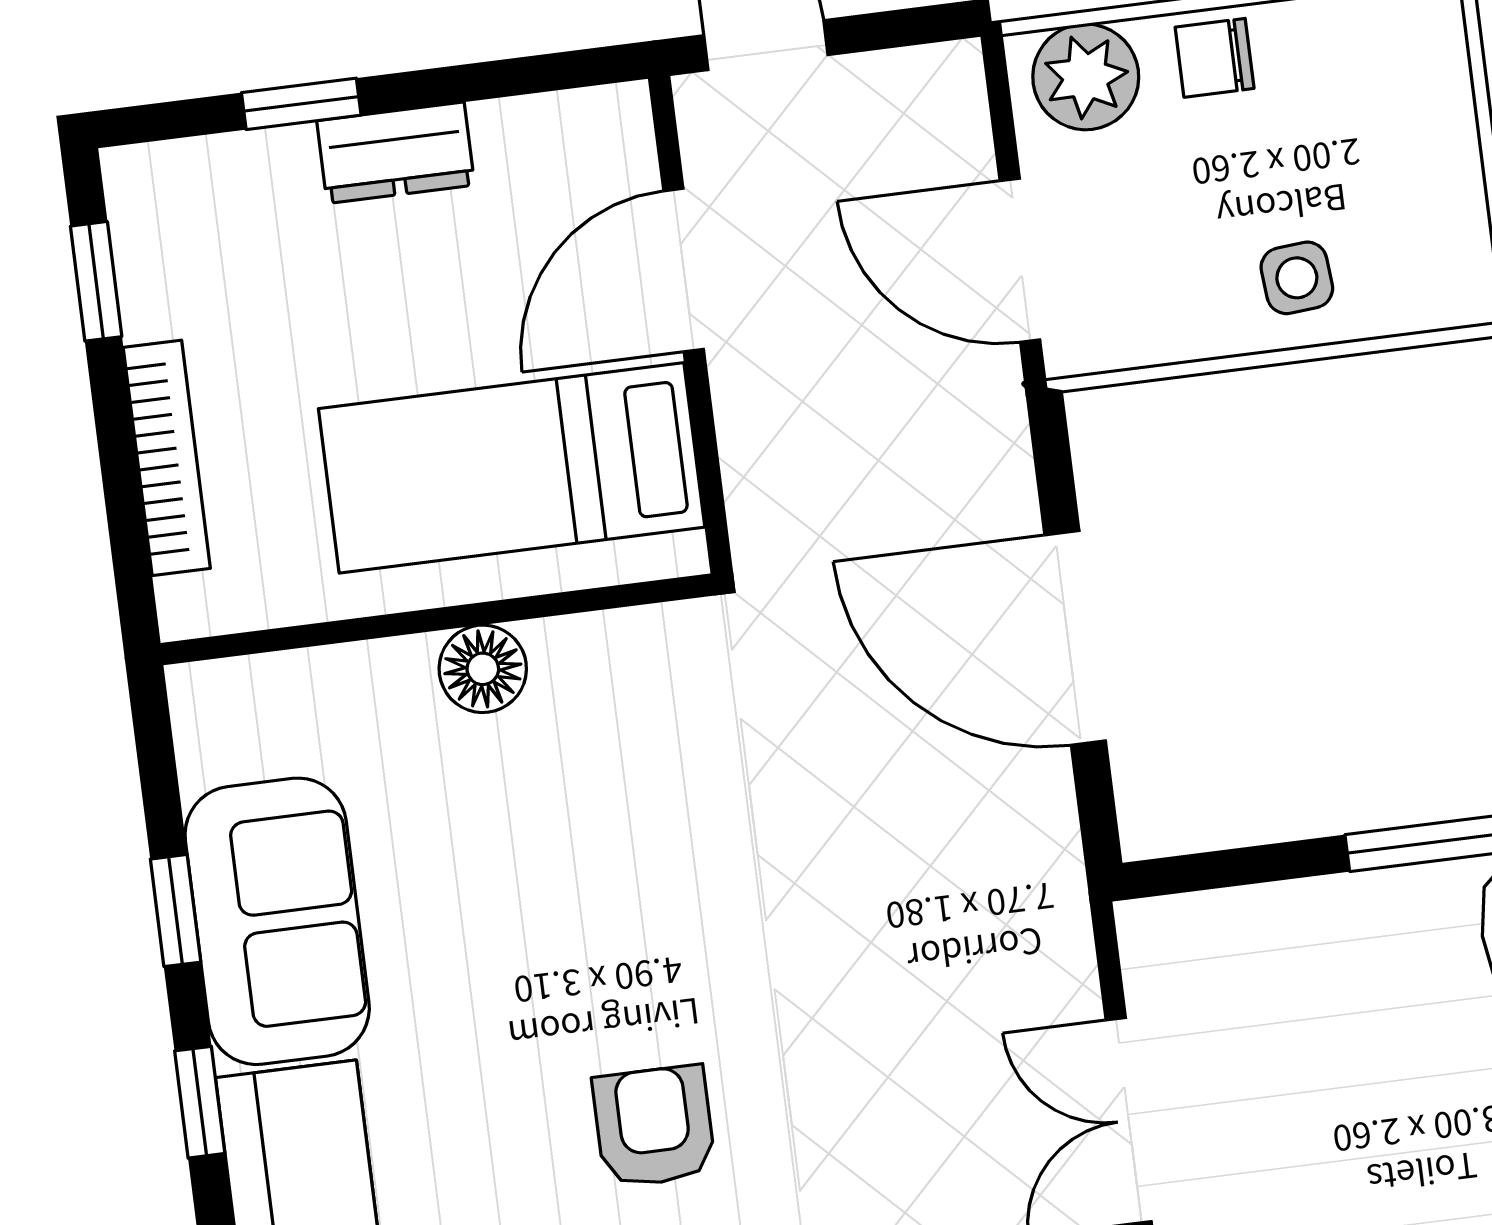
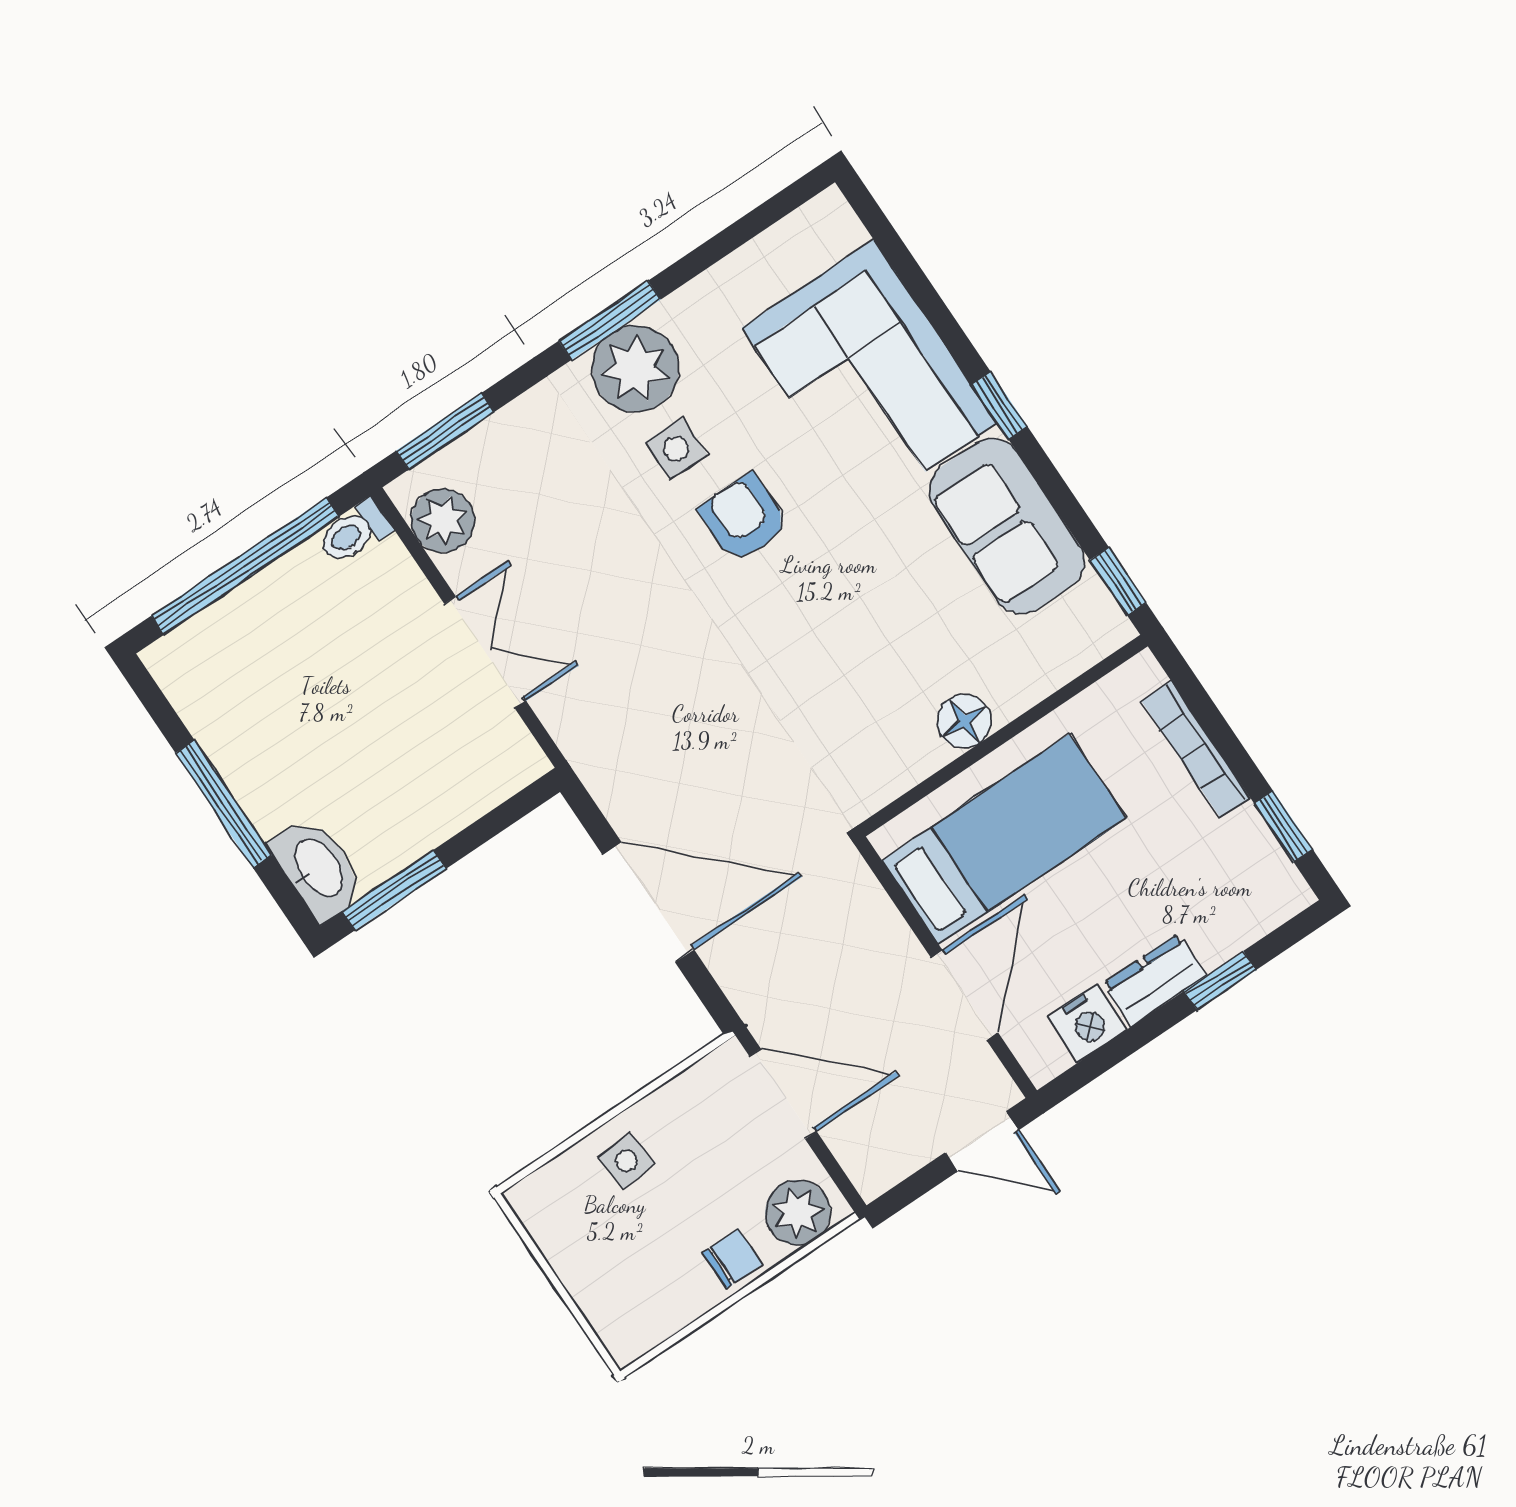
nightstand: (525, 139) -> (1087, 1023), added
window: (176, 911) -> (1118, 581), moved
armchair: (654, 1126) -> (744, 518), turned 180

